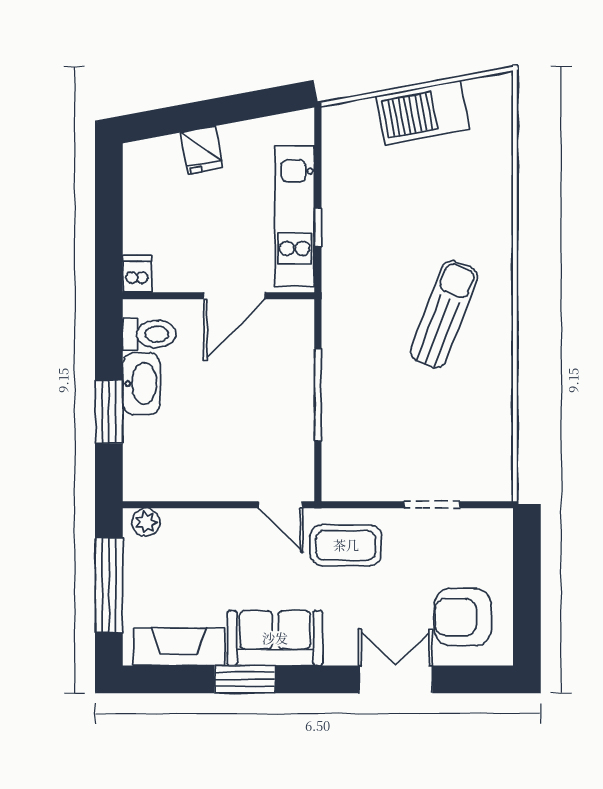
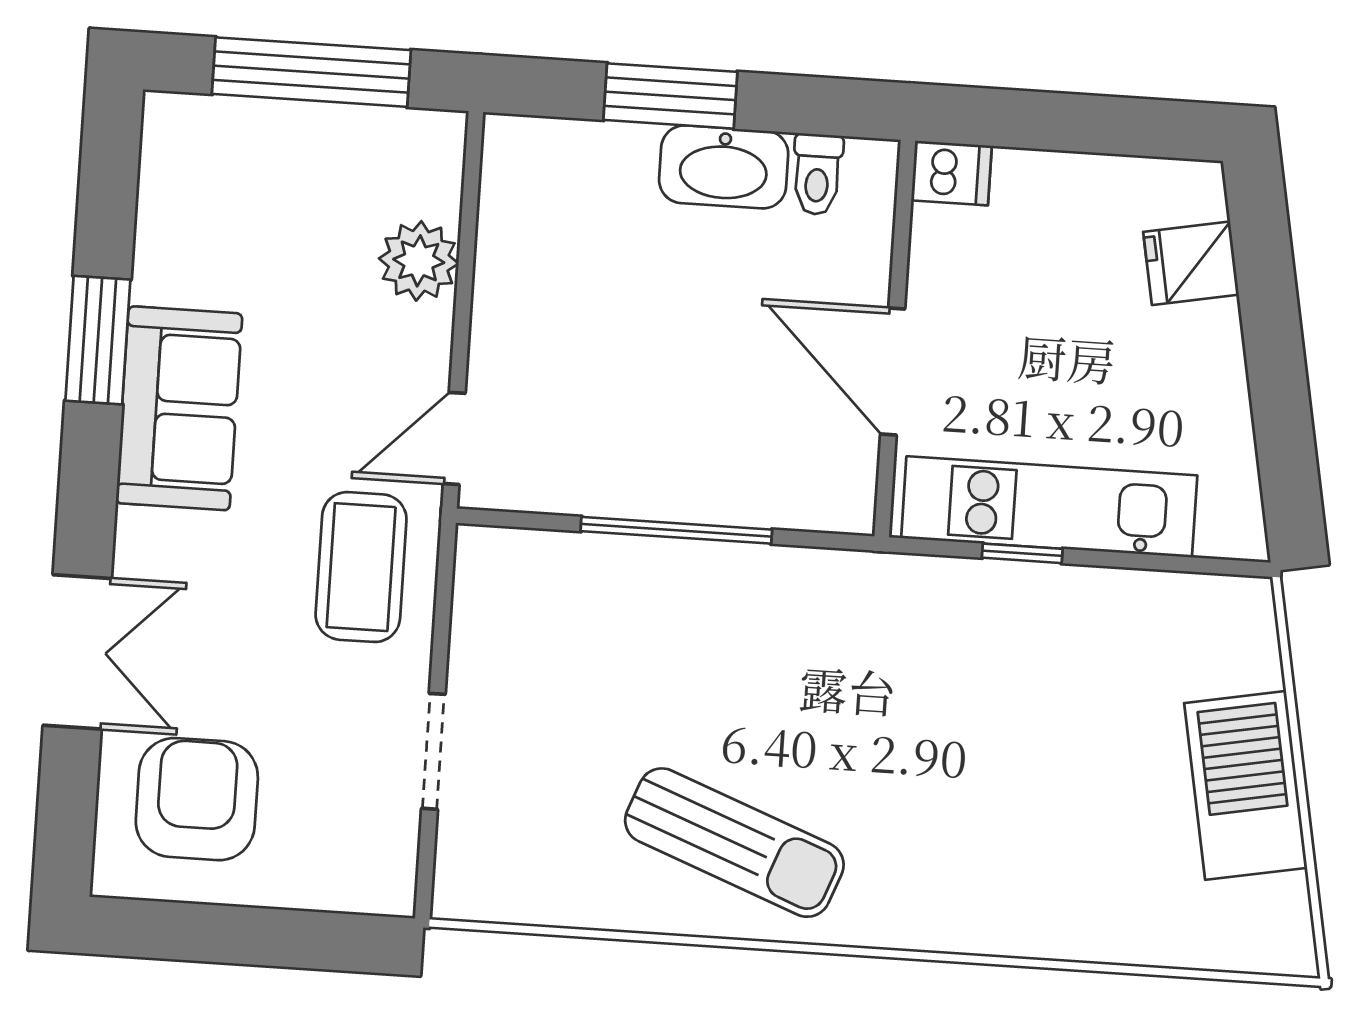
fridge: (202, 150) -> (1191, 263), moved
sun lounger: (444, 314) -> (734, 843), moved
toilet: (149, 334) -> (817, 174), width x0.73, depth x0.72
plant: (146, 522) -> (419, 261), moved, width x1.38, depth x1.38
fireplace: (179, 647) -> (174, 208), removed

